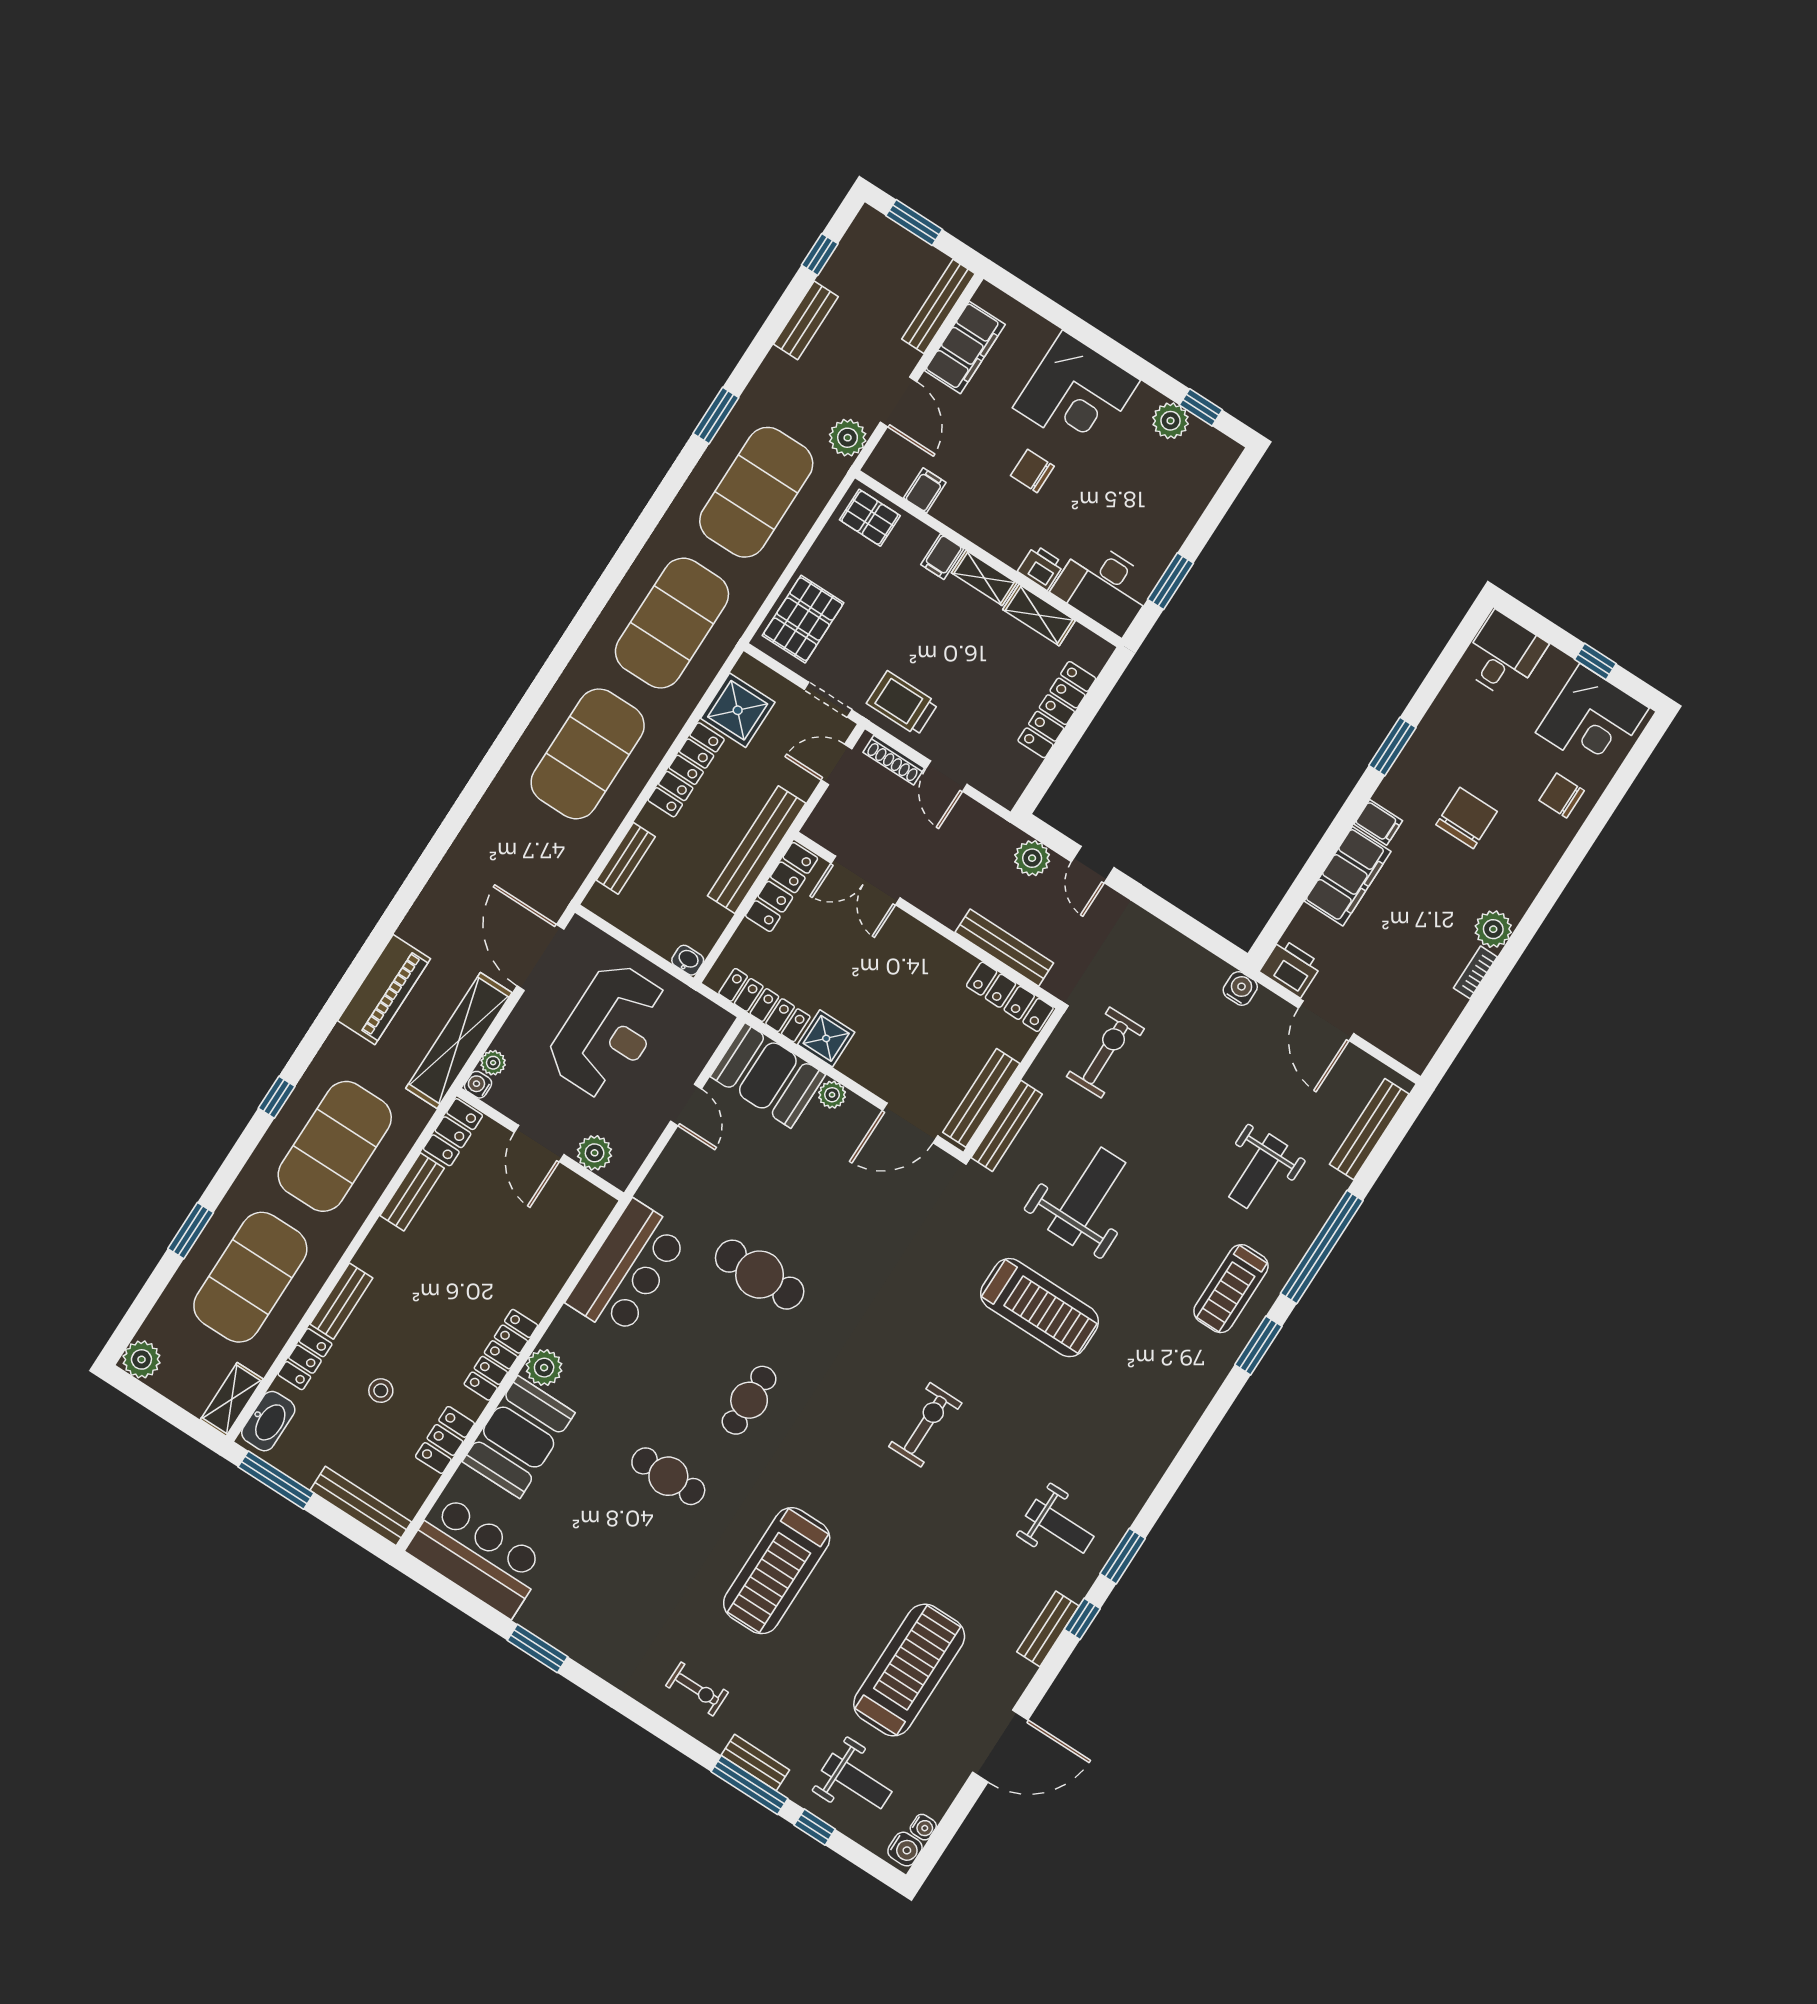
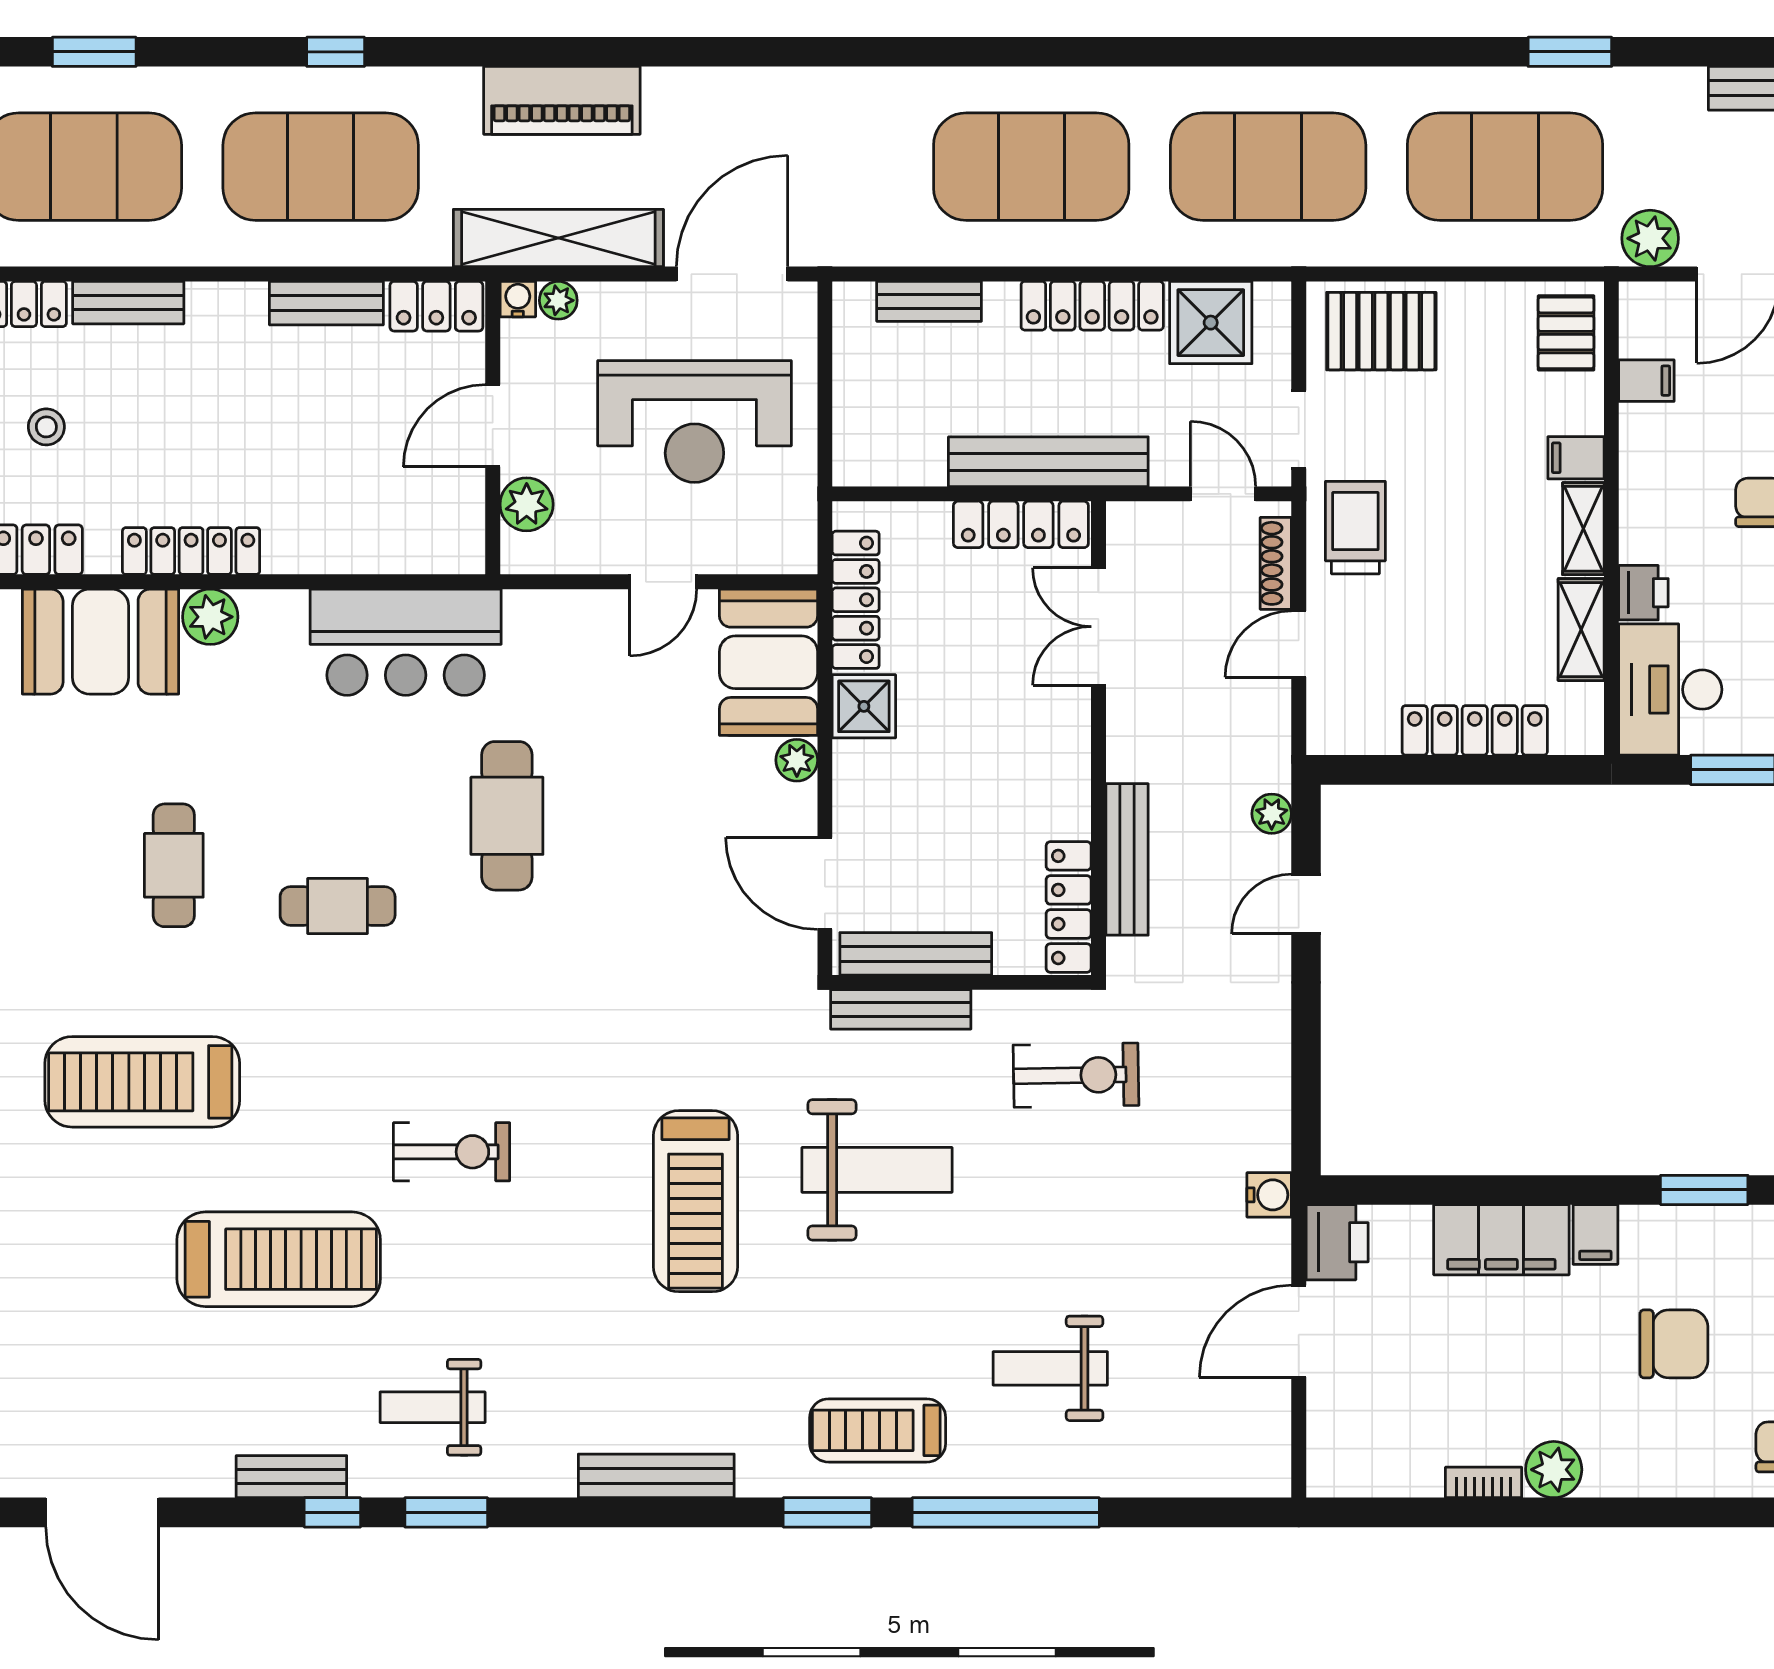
plant: (1032, 858) -> (1272, 814), width x0.73, depth x0.73
washbasin: (688, 960) -> (850, 465), removed
bench: (1369, 1129) -> (656, 1476), moved
weight bench: (1060, 1526) -> (433, 1407), turned 90
treadmill: (909, 1670) -> (279, 1259), moved

